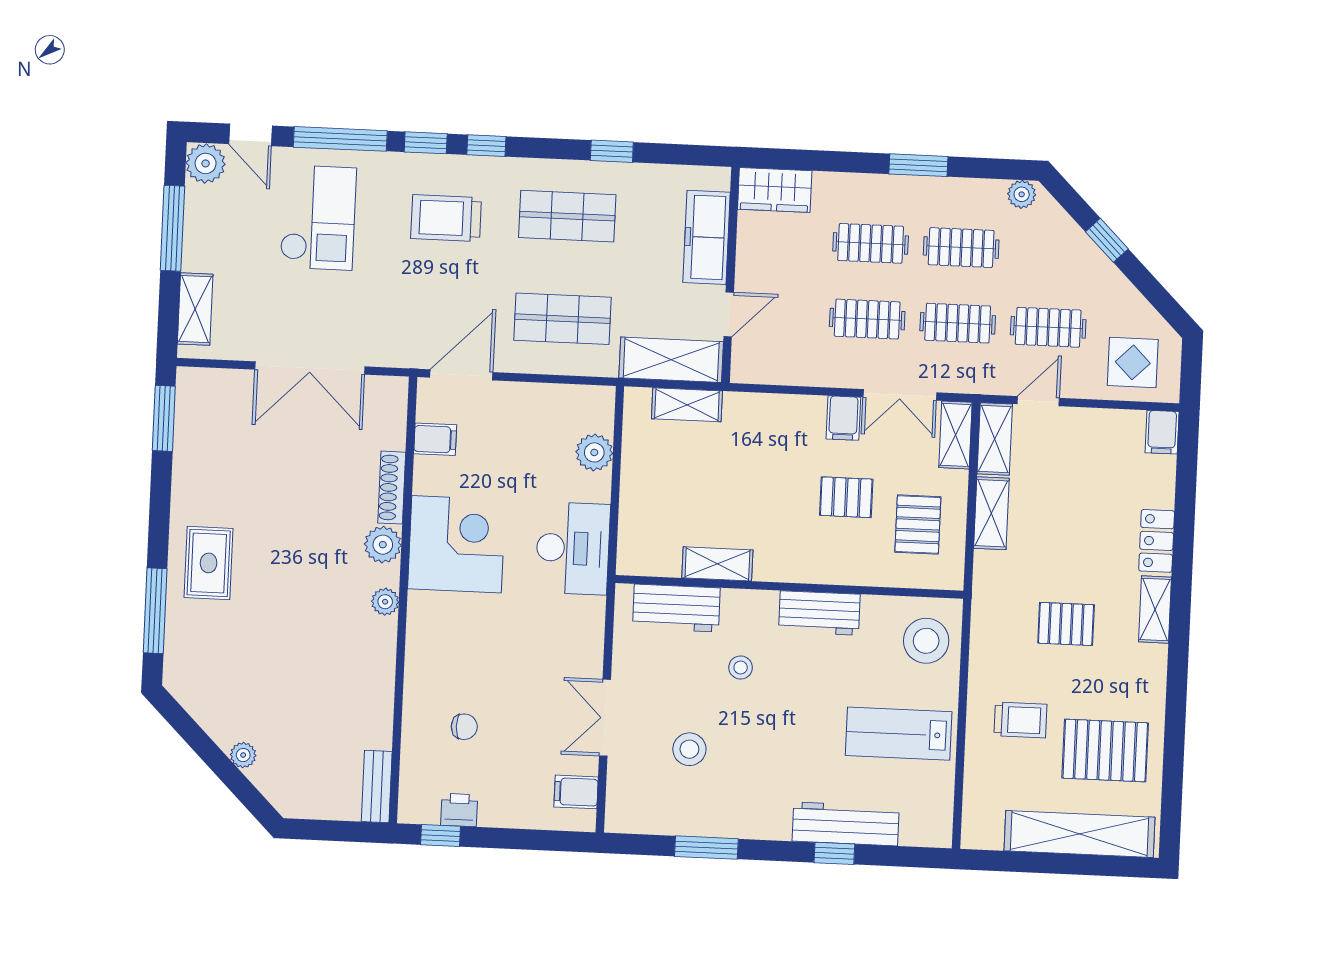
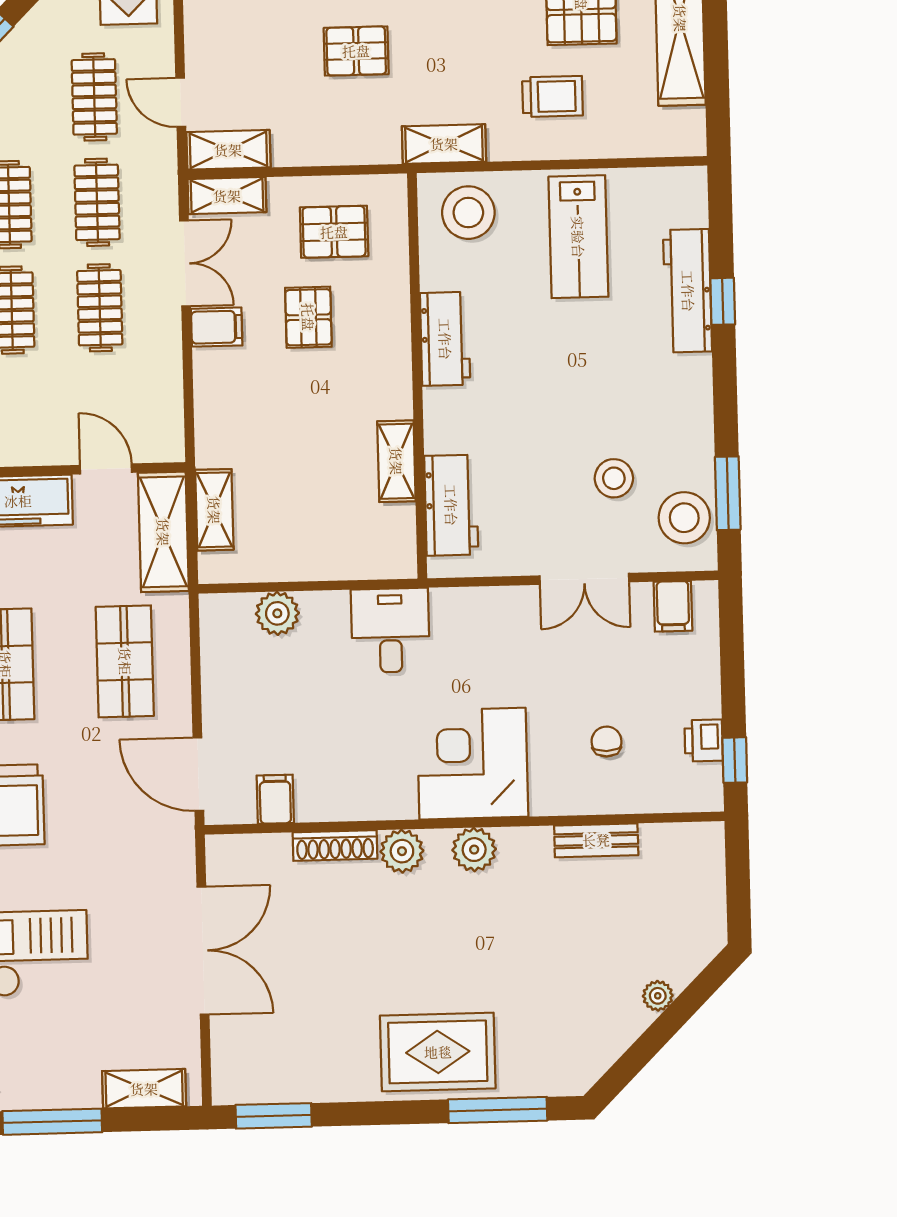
shelving: (991, 513) -> (444, 144), moved
corner desk: (457, 544) -> (472, 764), moved
desk: (573, 548) -> (390, 630), width x0.73
rug: (209, 563) -> (438, 1052), width x1.36, depth x1.43
plant: (385, 602) -> (474, 850), width x1.38, depth x1.38
pallet: (1066, 624) -> (356, 51), moved, turned 90
stool: (741, 668) -> (684, 518), moved, width x1.89, depth x1.89
trolley: (1020, 720) -> (552, 96), turned 90
bench: (377, 786) -> (596, 840), moved
window: (706, 848) -> (728, 493), moved

